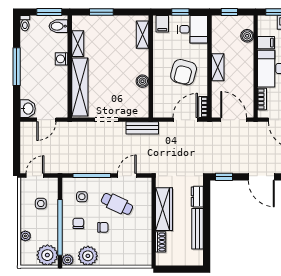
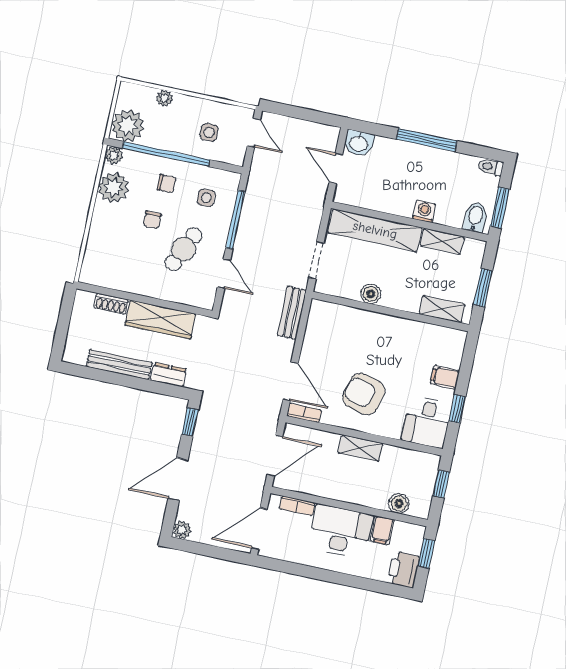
shelving: (143, 35) -> (442, 309), moved
wall: (151, 67) -> (390, 311), moved
boiler: (142, 81) -> (371, 294), moved

